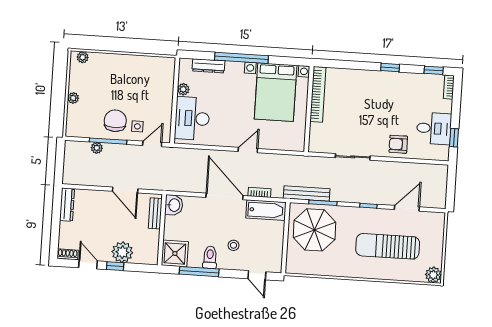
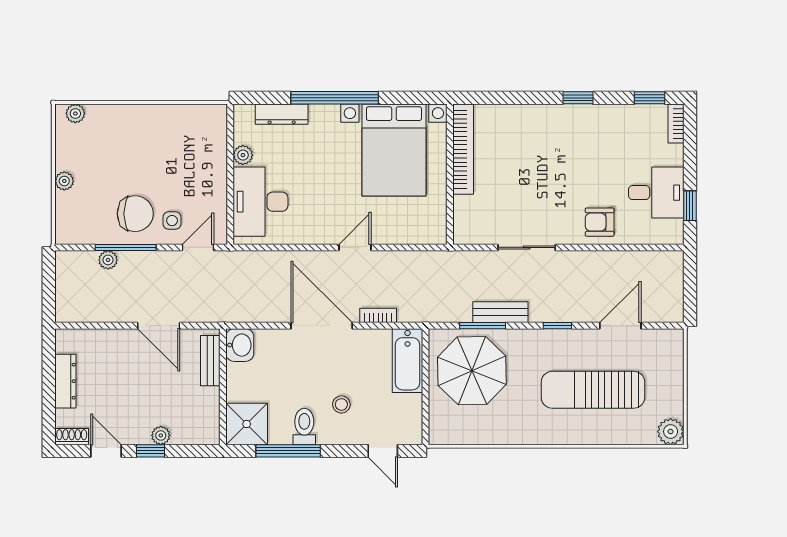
chair: (115, 121) -> (135, 214), turned 90
bench: (307, 194) -> (500, 312), moved, width x0.73
dresser: (67, 205) -> (65, 381), moved
bathtub: (266, 210) -> (407, 361), moved, turned 90
plant: (122, 252) -> (161, 435), width x0.53, depth x0.53

